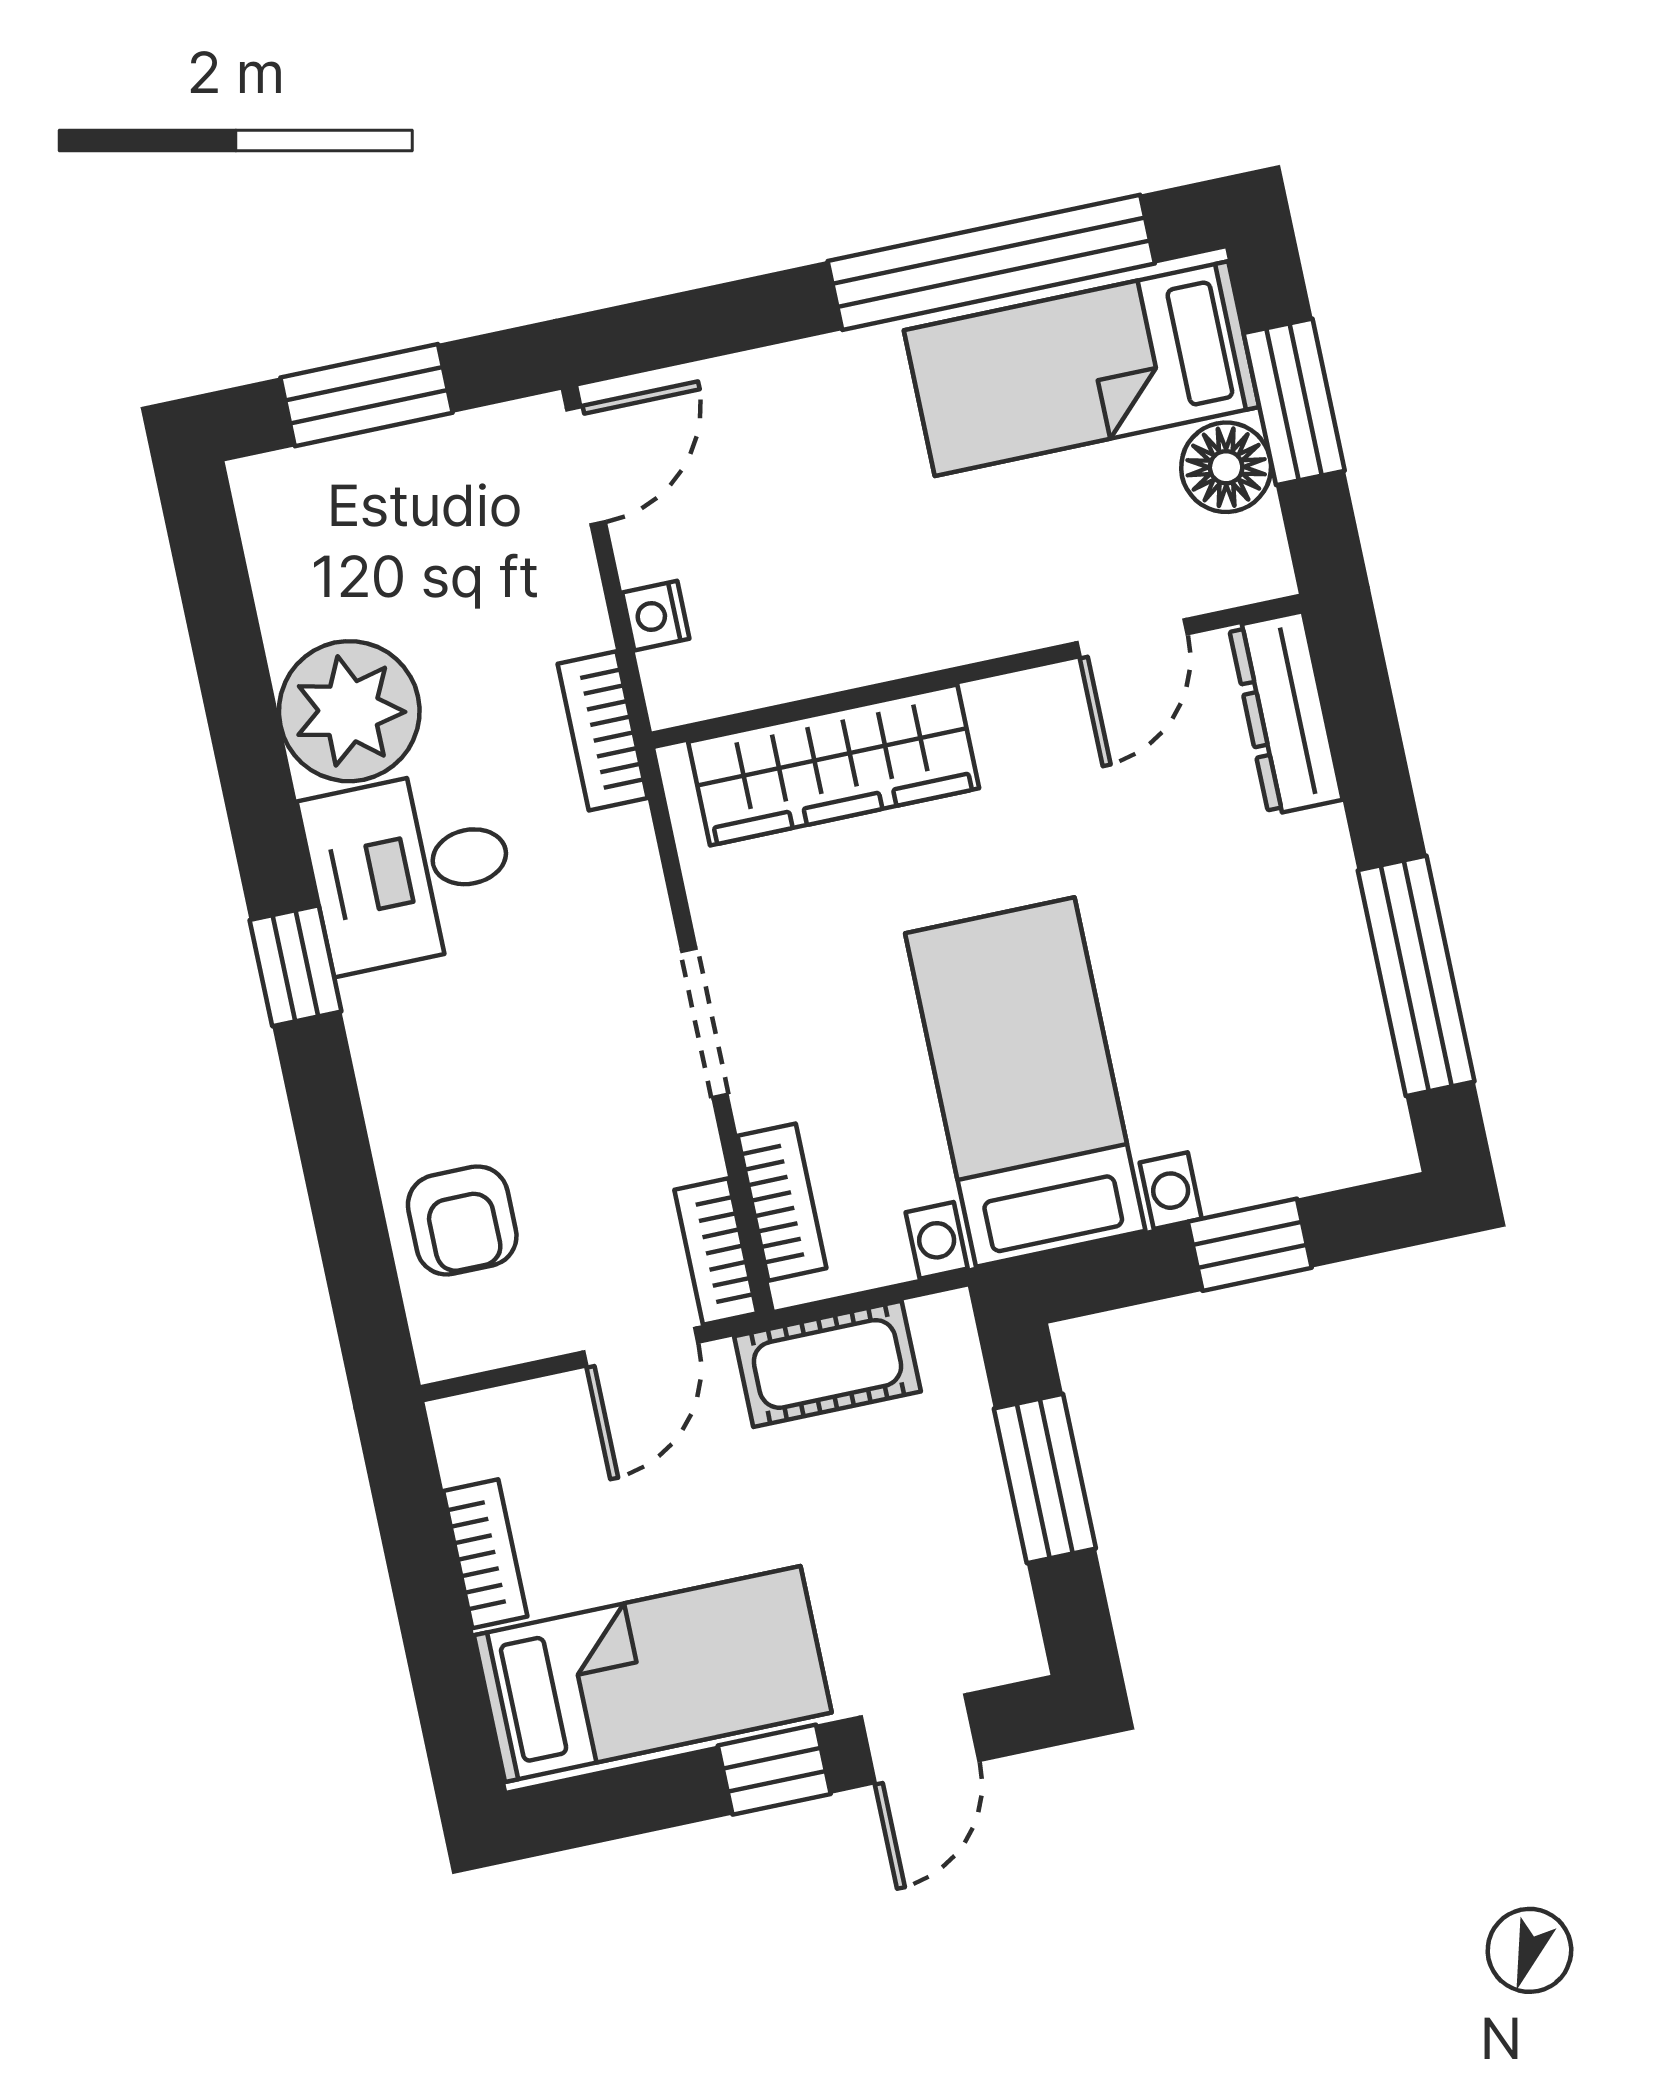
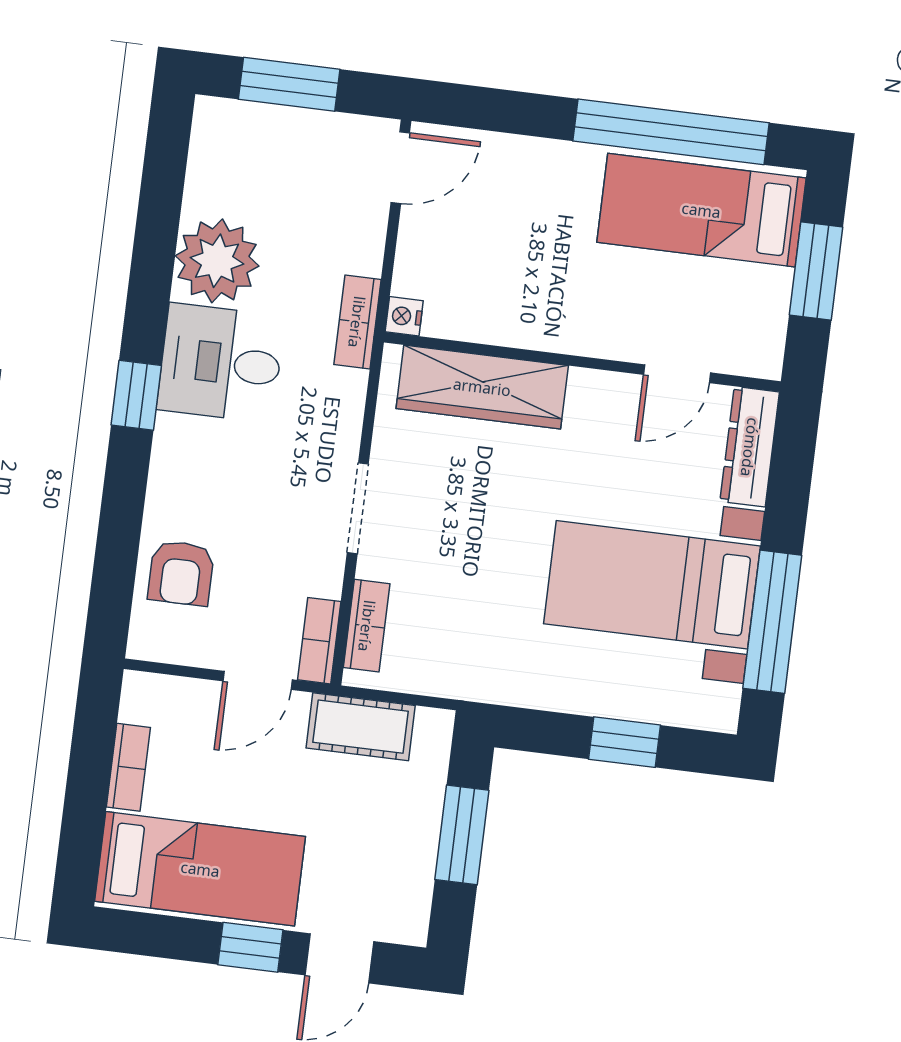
floor lamp: (1226, 467) -> (764, 295), removed
nightstand: (656, 616) -> (404, 316), moved
bed with nightstands: (1025, 1082) -> (652, 585), moved, turned -90

